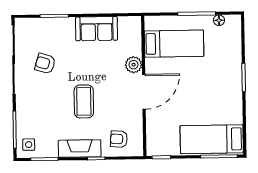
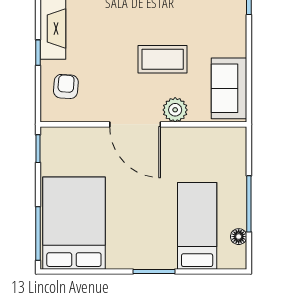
sofa: (97, 29) -> (229, 88), moved
bed: (174, 44) -> (197, 226), moved, turned 180
coffee table: (84, 101) -> (163, 59), moved
bed: (212, 139) -> (74, 223), width x1.50

